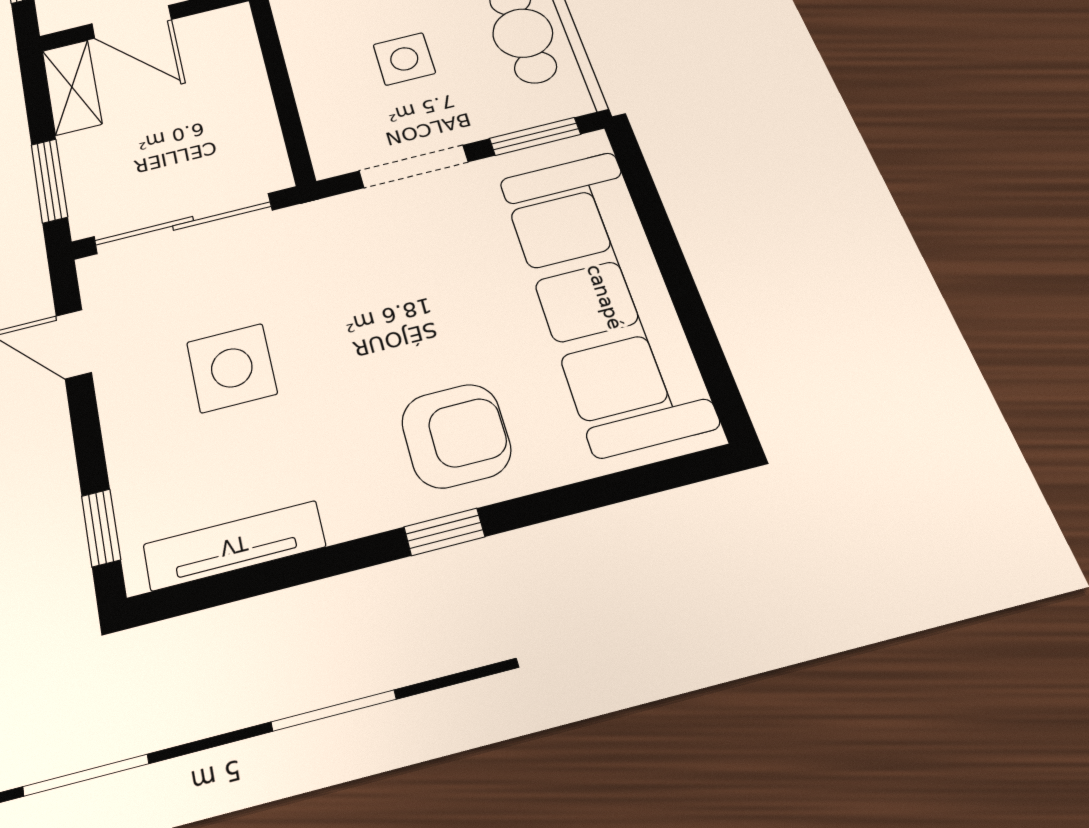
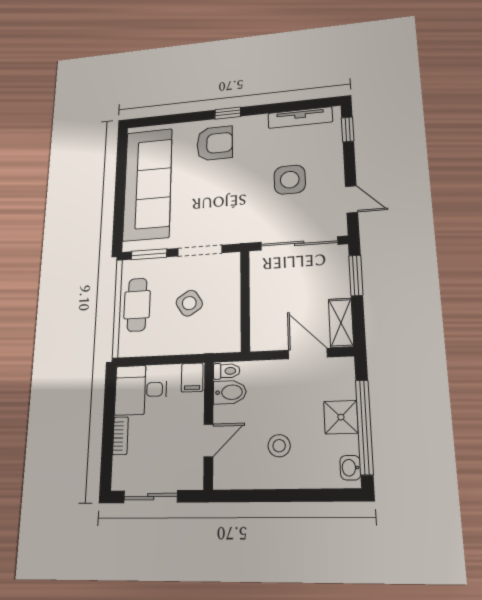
side table: (404, 59) -> (189, 303), turned -33
armchair: (456, 436) -> (215, 143), turned 180

